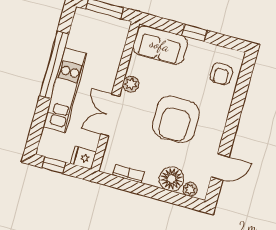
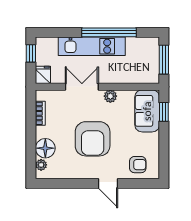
window: (194, 33) -> (164, 112), moved
armchair: (221, 74) -> (138, 165), turned 180
armchair: (176, 119) -> (93, 139), turned -90
door: (220, 167) -> (108, 183), moved

